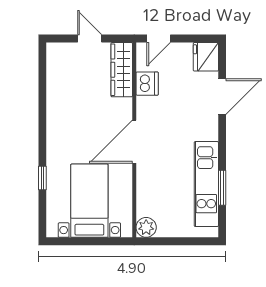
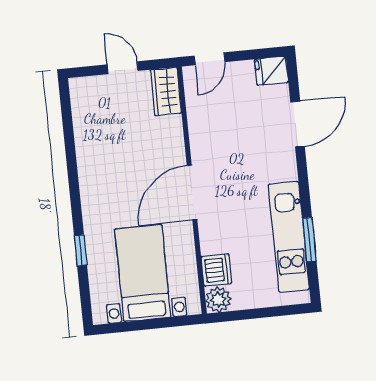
fridge: (206, 57) -> (271, 71), width x0.72
wardrobe: (122, 70) -> (166, 91), width x0.67
dishwasher: (147, 84) -> (216, 270), moved

